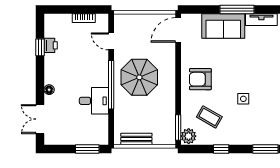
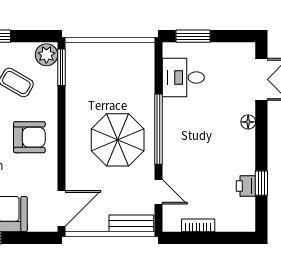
desk: (94, 101) -> (183, 78), moved
bench: (136, 139) -> (131, 223), moved

